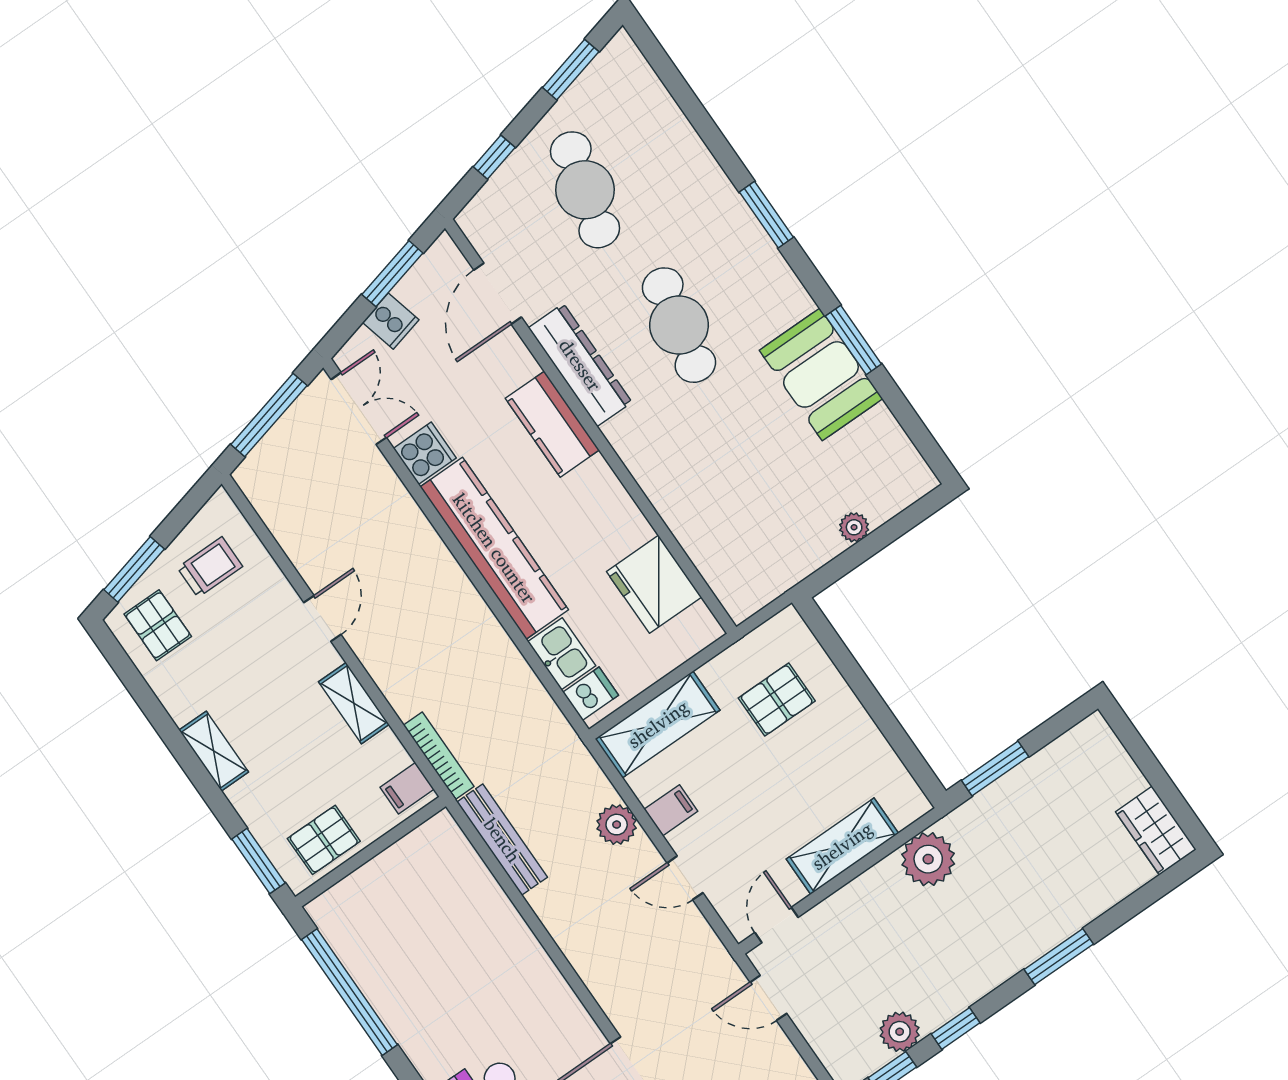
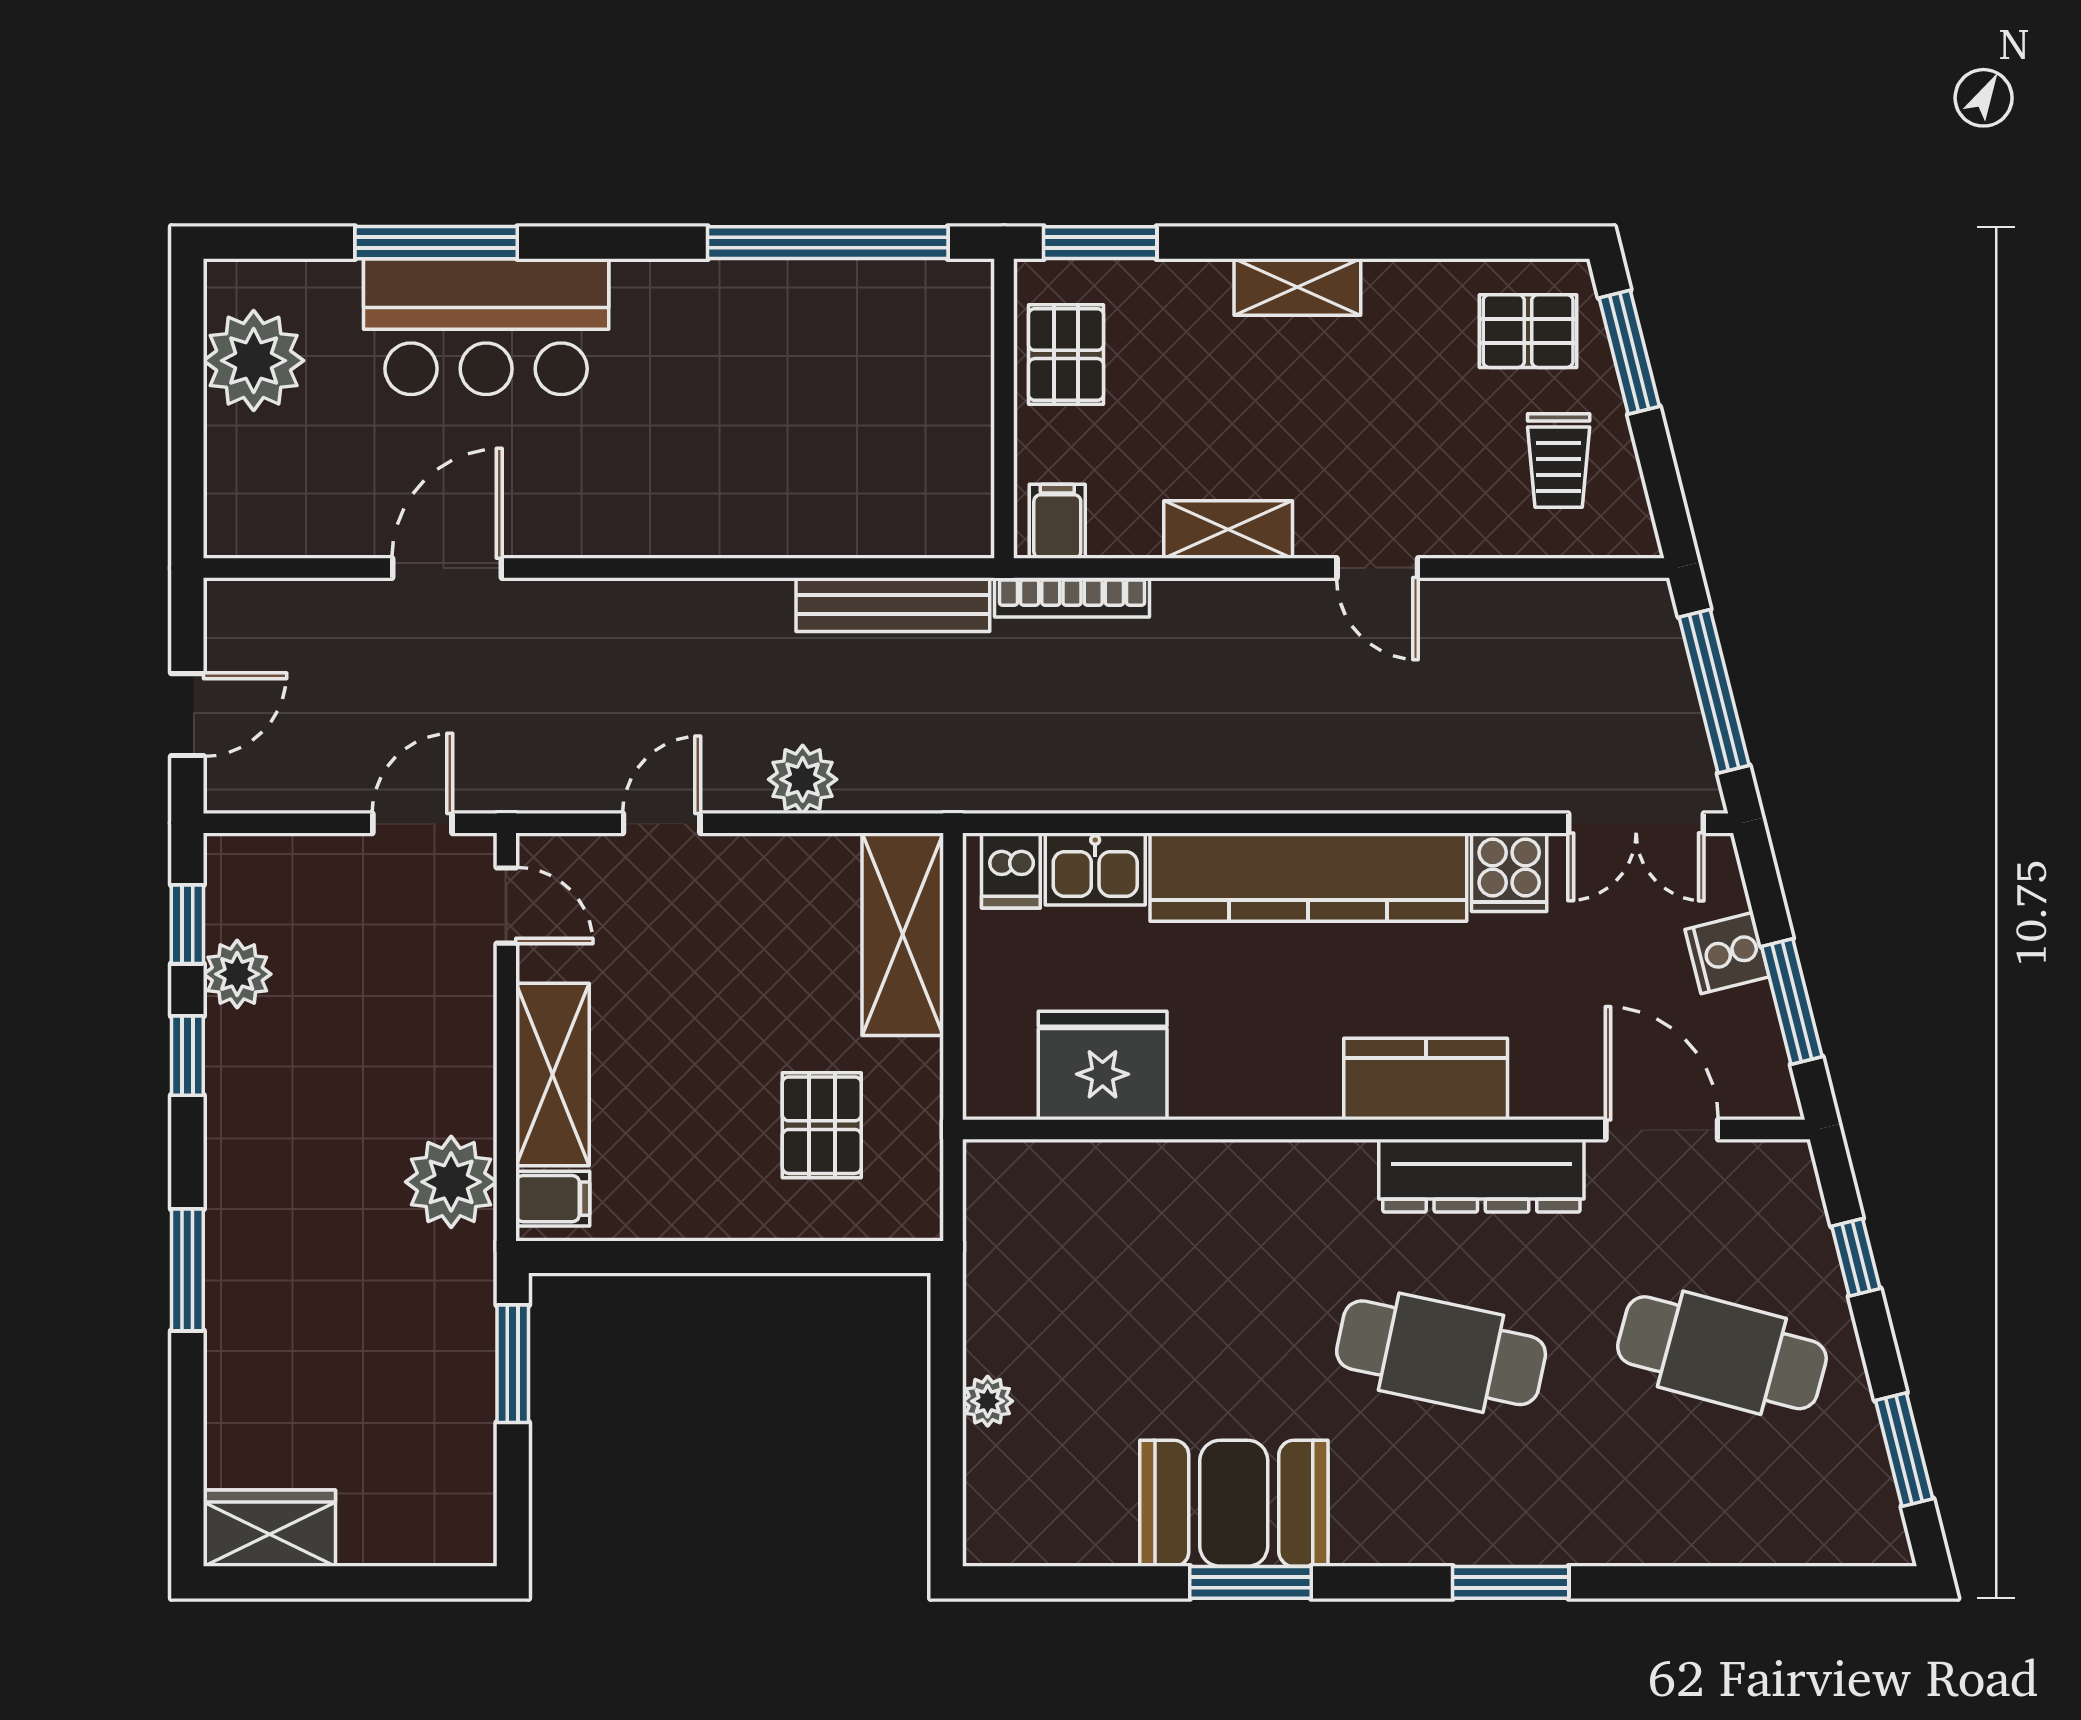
filing cabinet: (671, 810) -> (553, 1199), moved, turned -90

